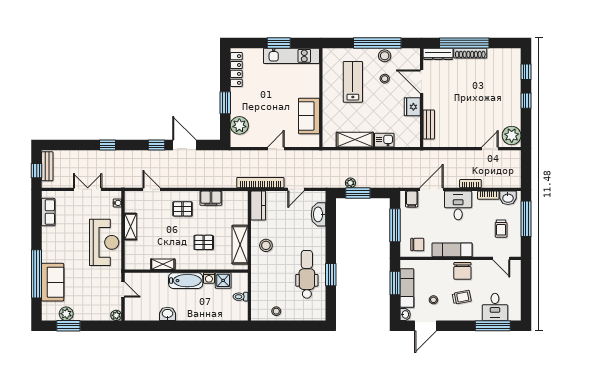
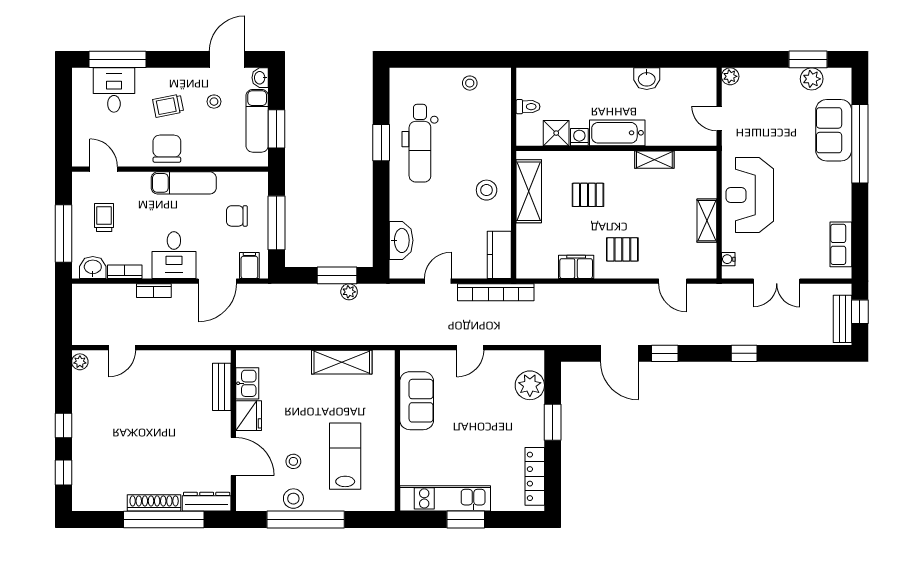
lab bench: (353, 82) -> (345, 456), turned 180
plant: (512, 136) -> (80, 362), width x0.53, depth x0.53
kitchen sink: (384, 140) -> (247, 383), moved, turned -90
chair: (417, 245) -> (237, 216), moved

